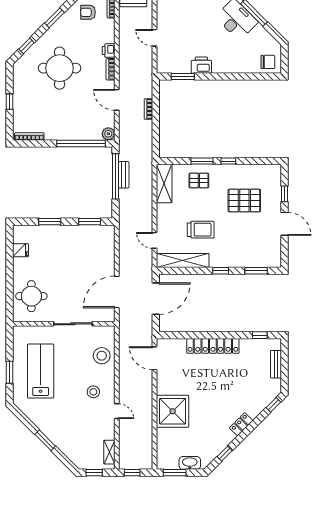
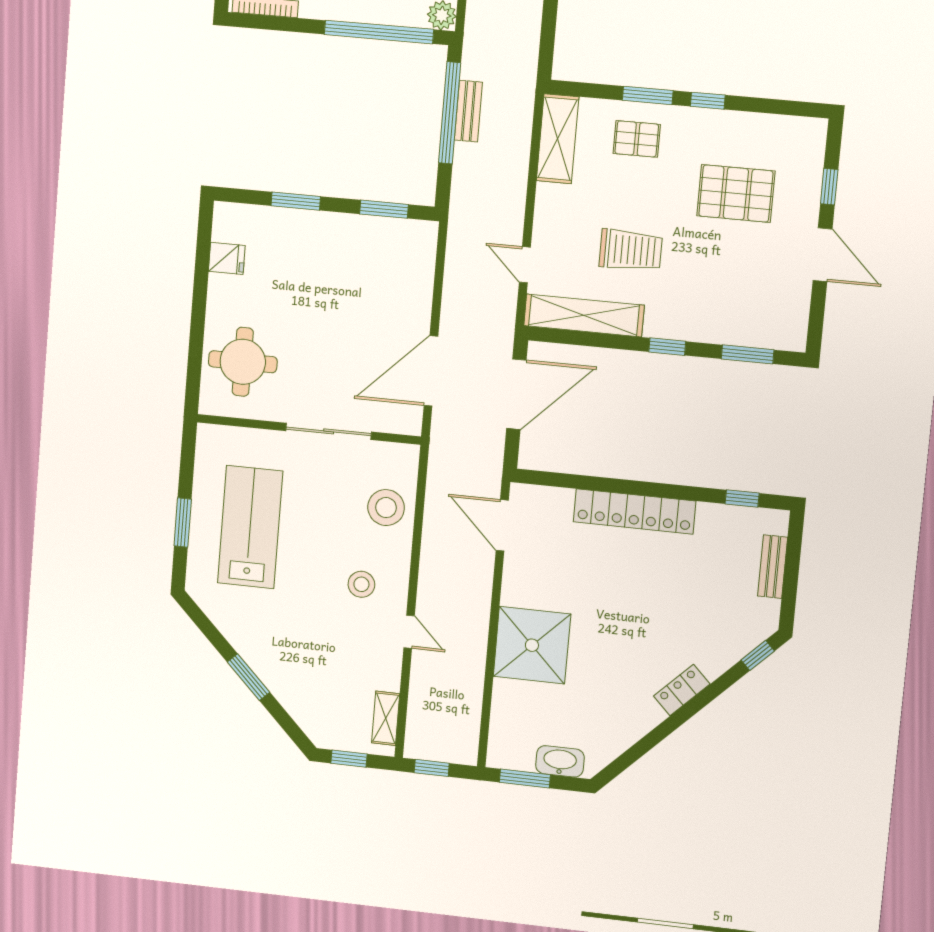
window: (225, 454) -> (639, 750), removed

